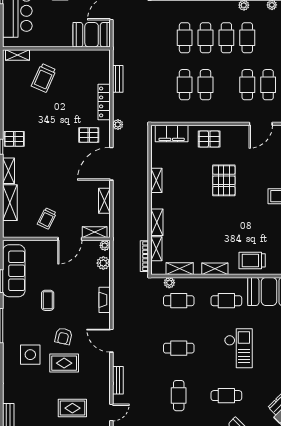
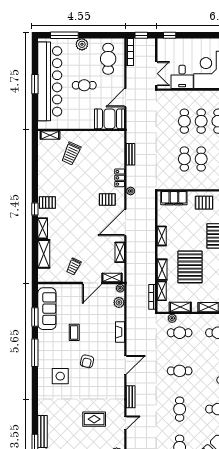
locker: (104, 102) -> (120, 178), width x0.66
pallet: (192, 219) -> (190, 267), added
door: (111, 341) -> (125, 365), swing flipped
rug: (64, 363) -> (87, 383), removed

